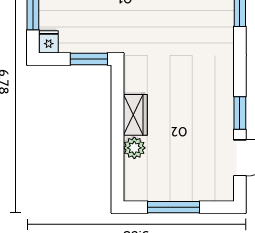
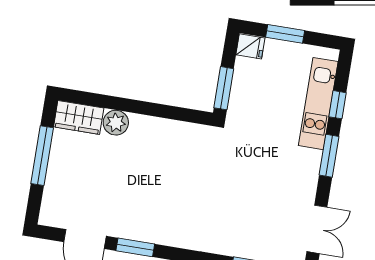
wardrobe: (135, 115) -> (79, 117), moved

